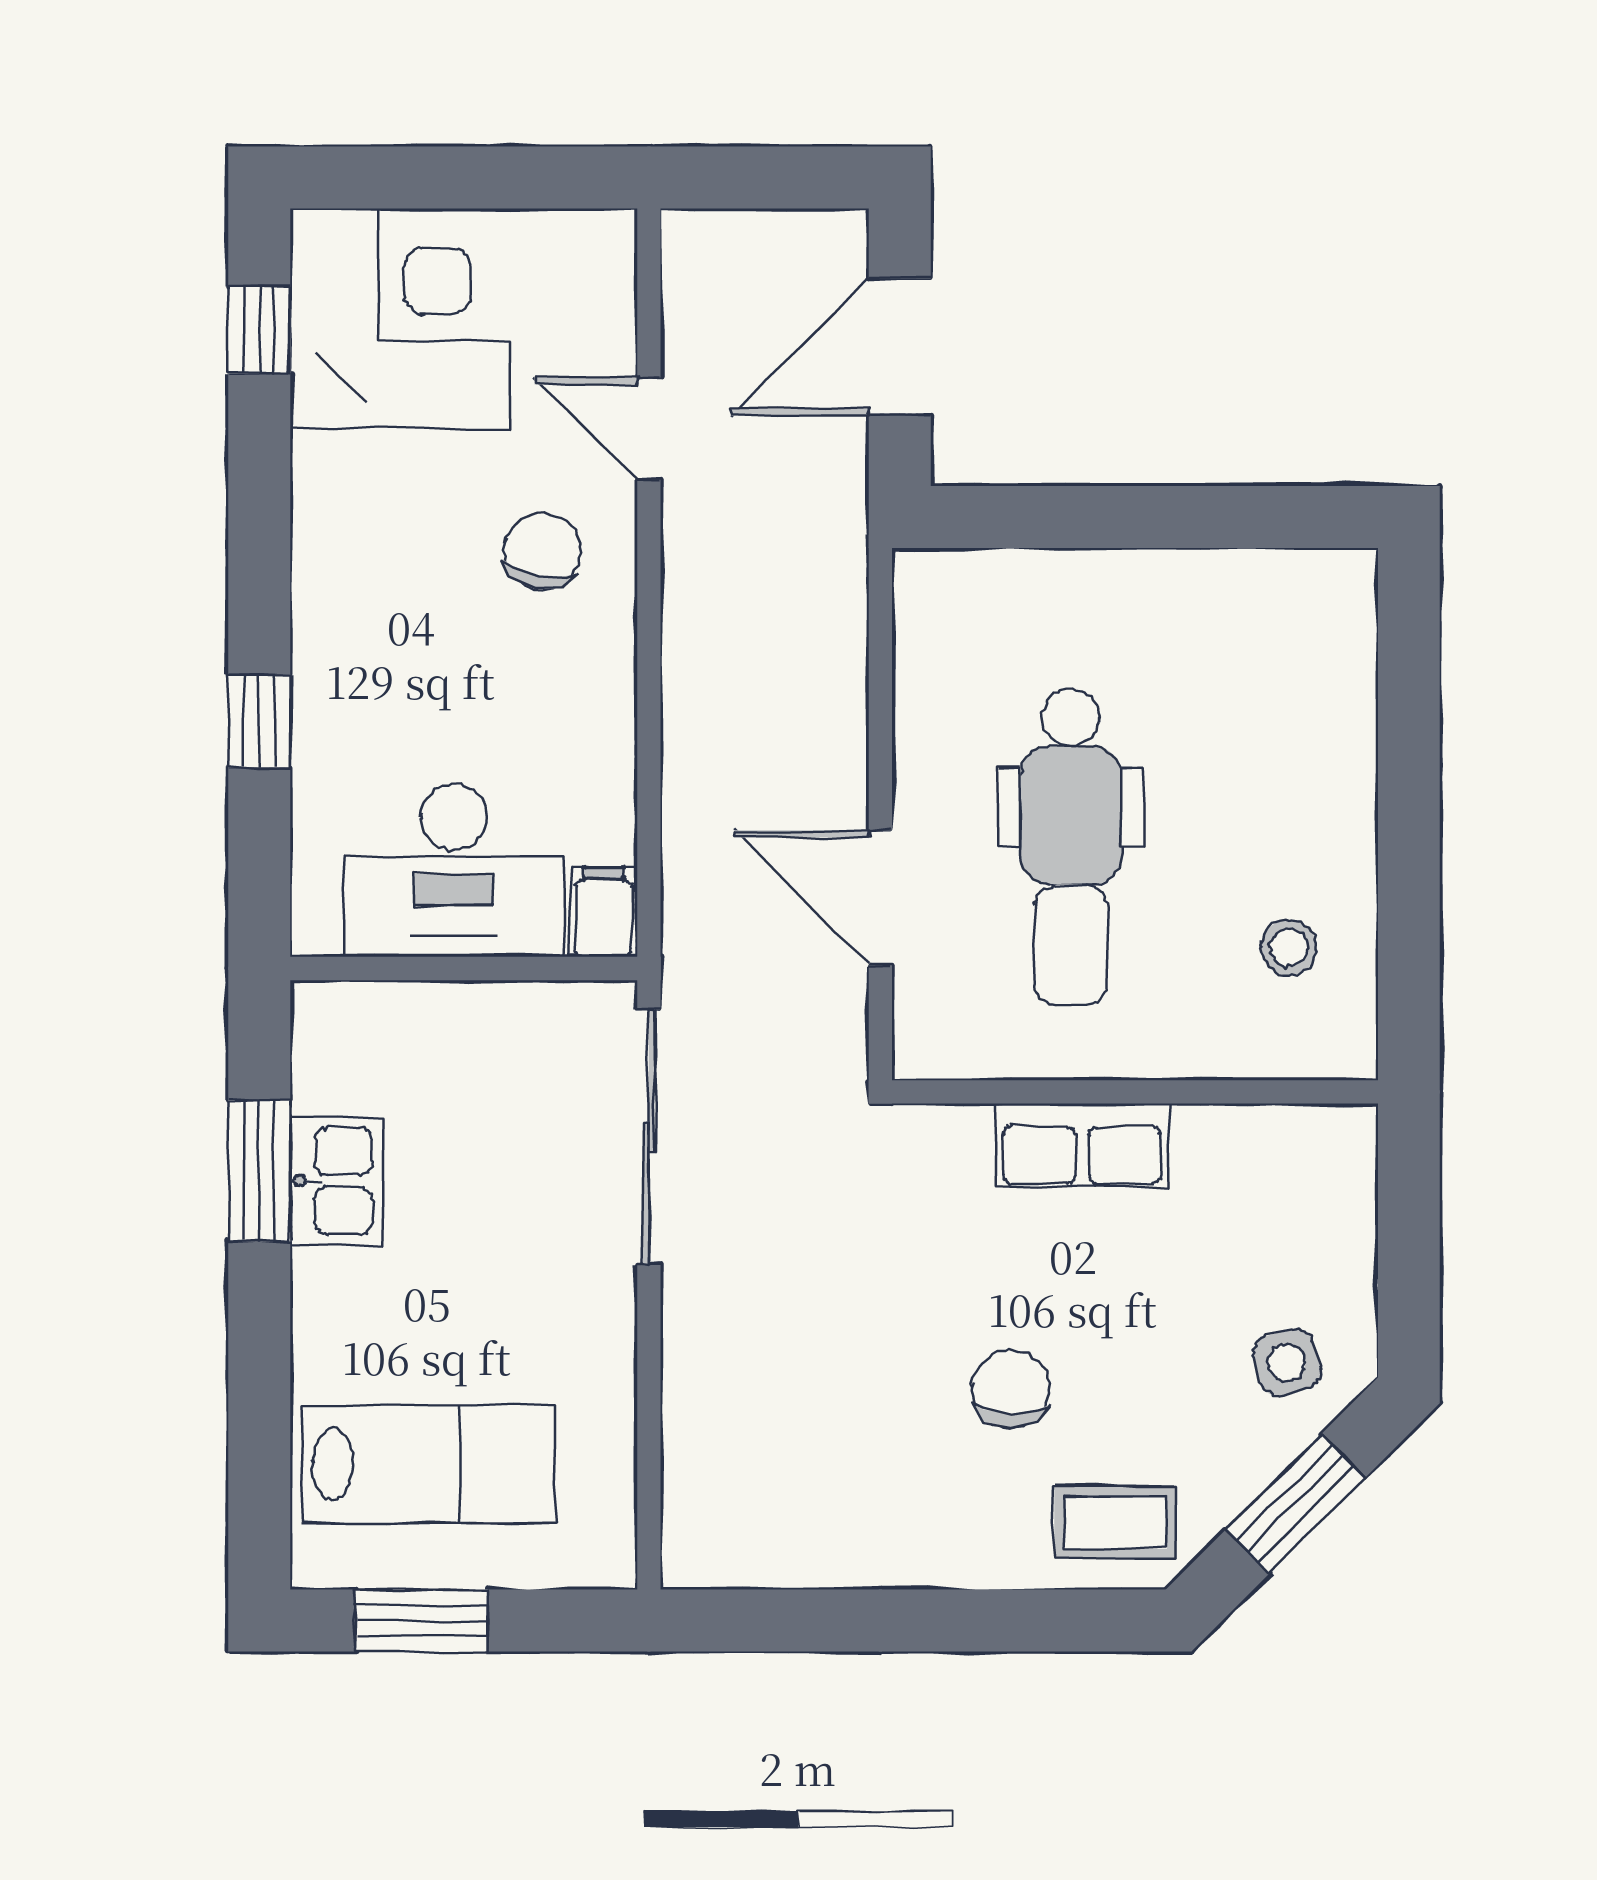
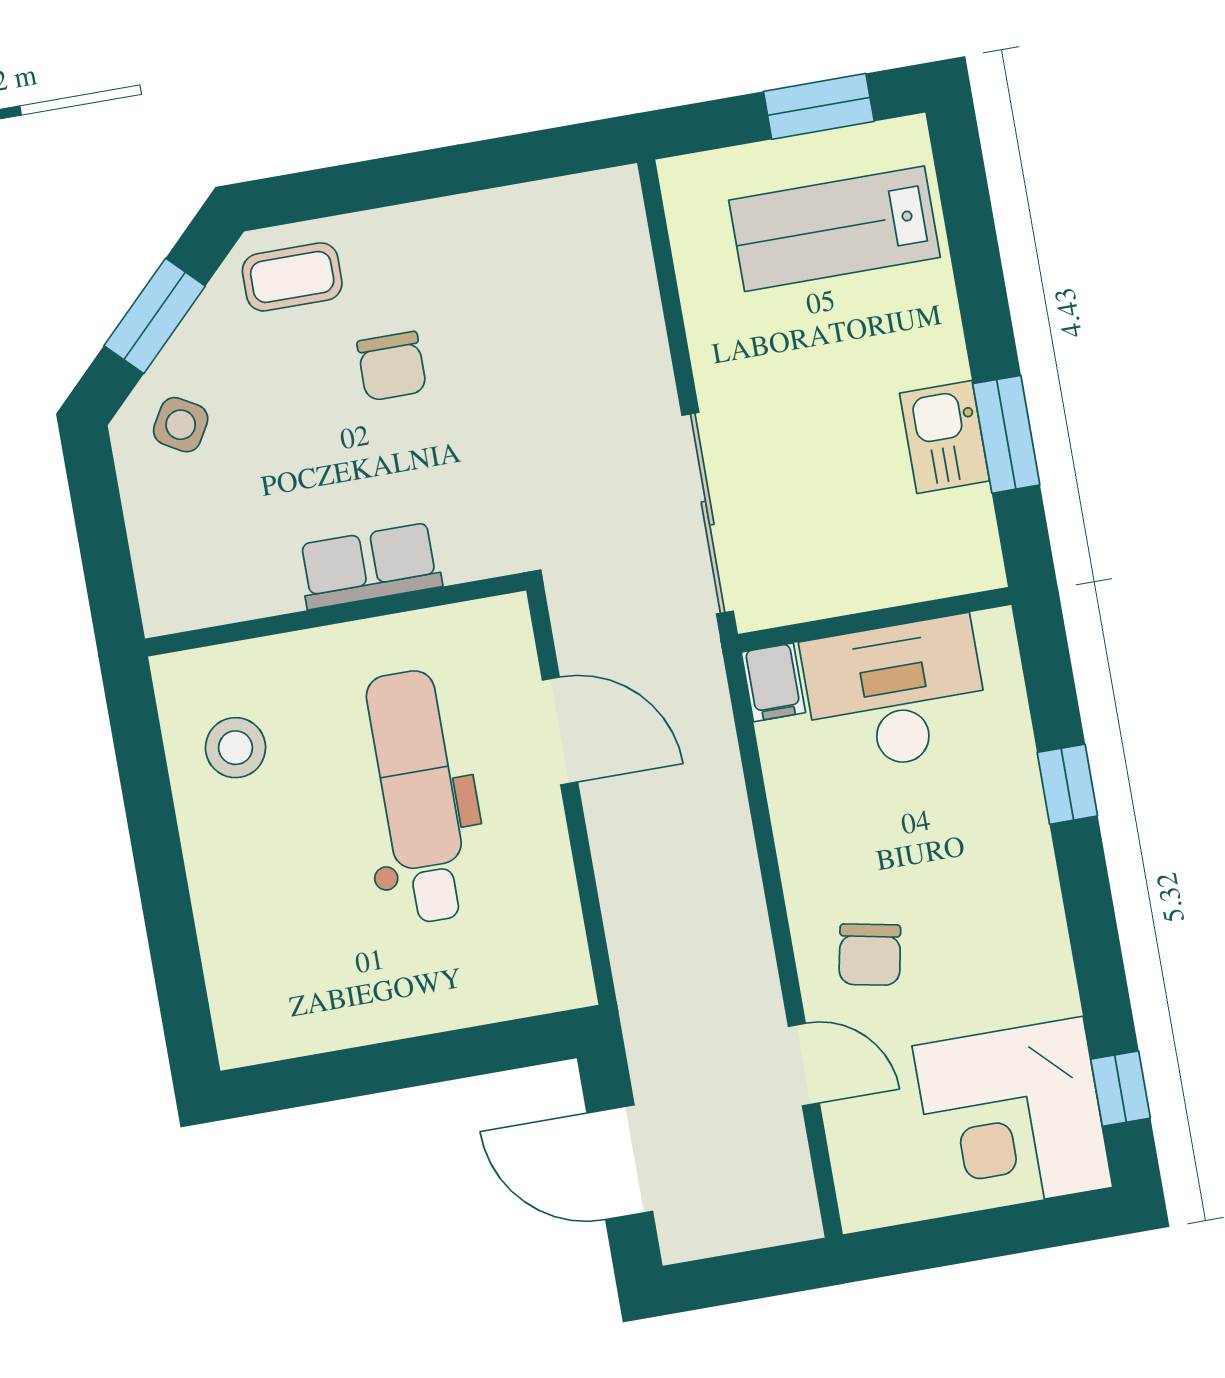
door: (900, 347) -> (620, 1162), swing flipped
stool: (1289, 948) -> (236, 748), width x1.37, depth x1.37
side table: (1287, 1362) -> (181, 425), turned 45

